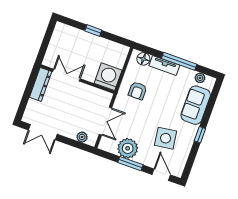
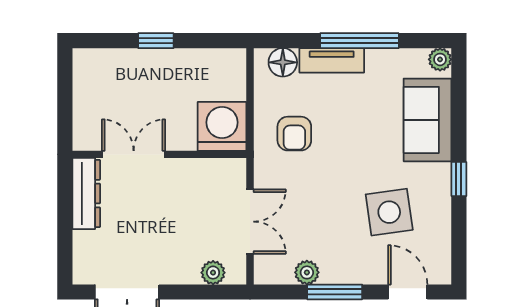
plant: (200, 78) -> (440, 59), moved
plant: (128, 148) -> (307, 272), width x0.53, depth x0.53

